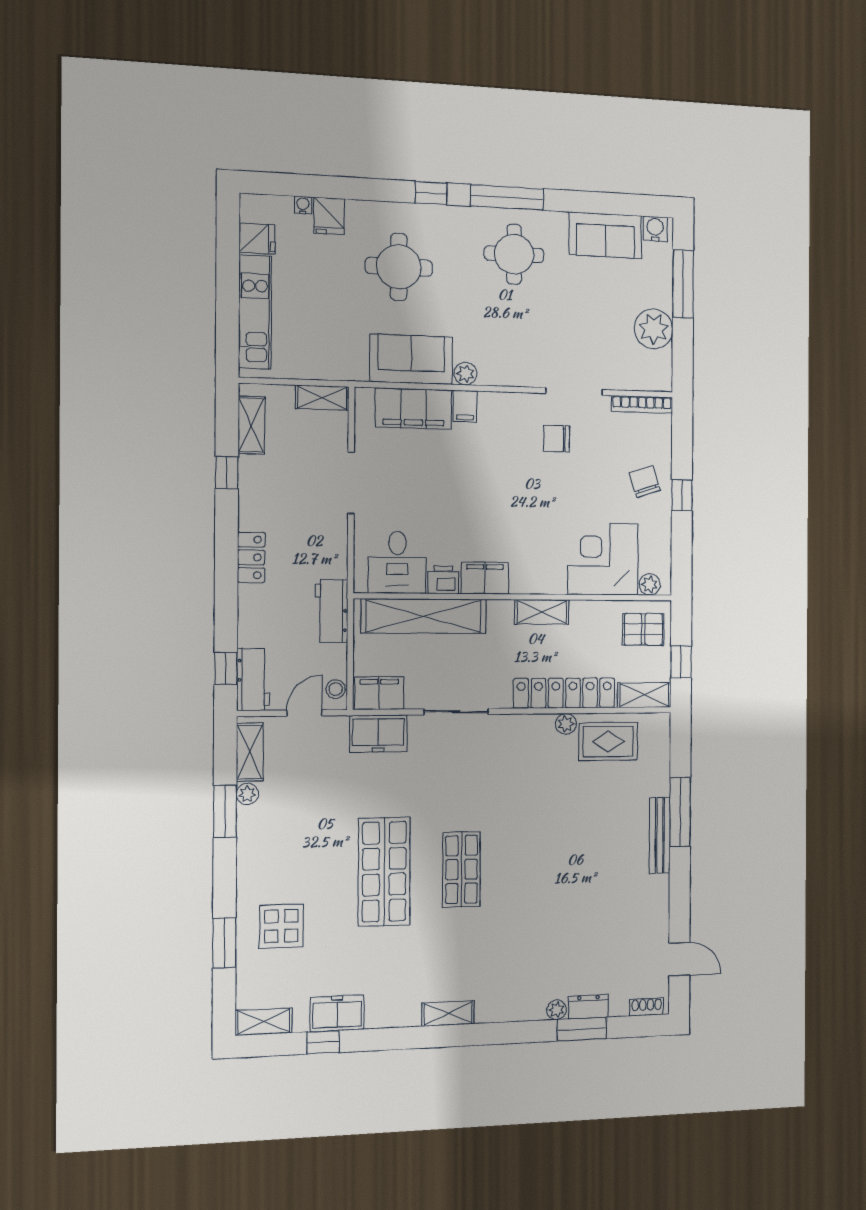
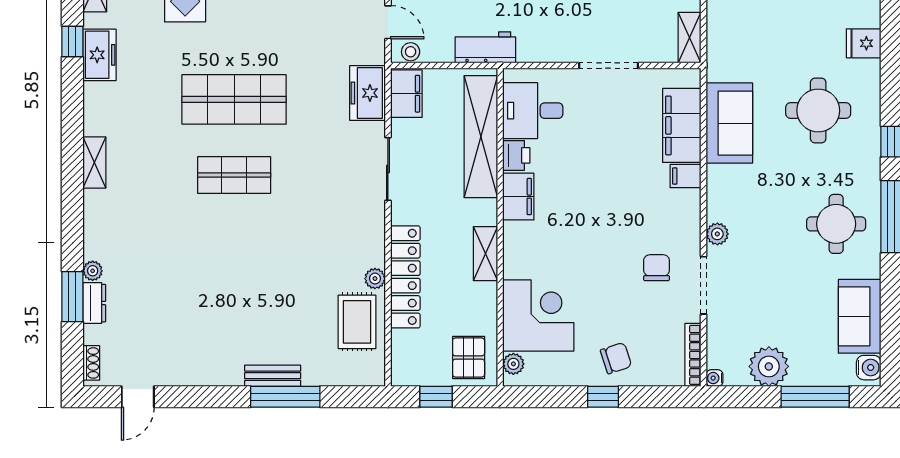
water cooler: (303, 205) -> (714, 378), moved, turned 180
plant: (466, 374) -> (717, 234), moved
shelving: (644, 695) -> (403, 359), removed
bench: (660, 835) -> (273, 376), width x0.73

